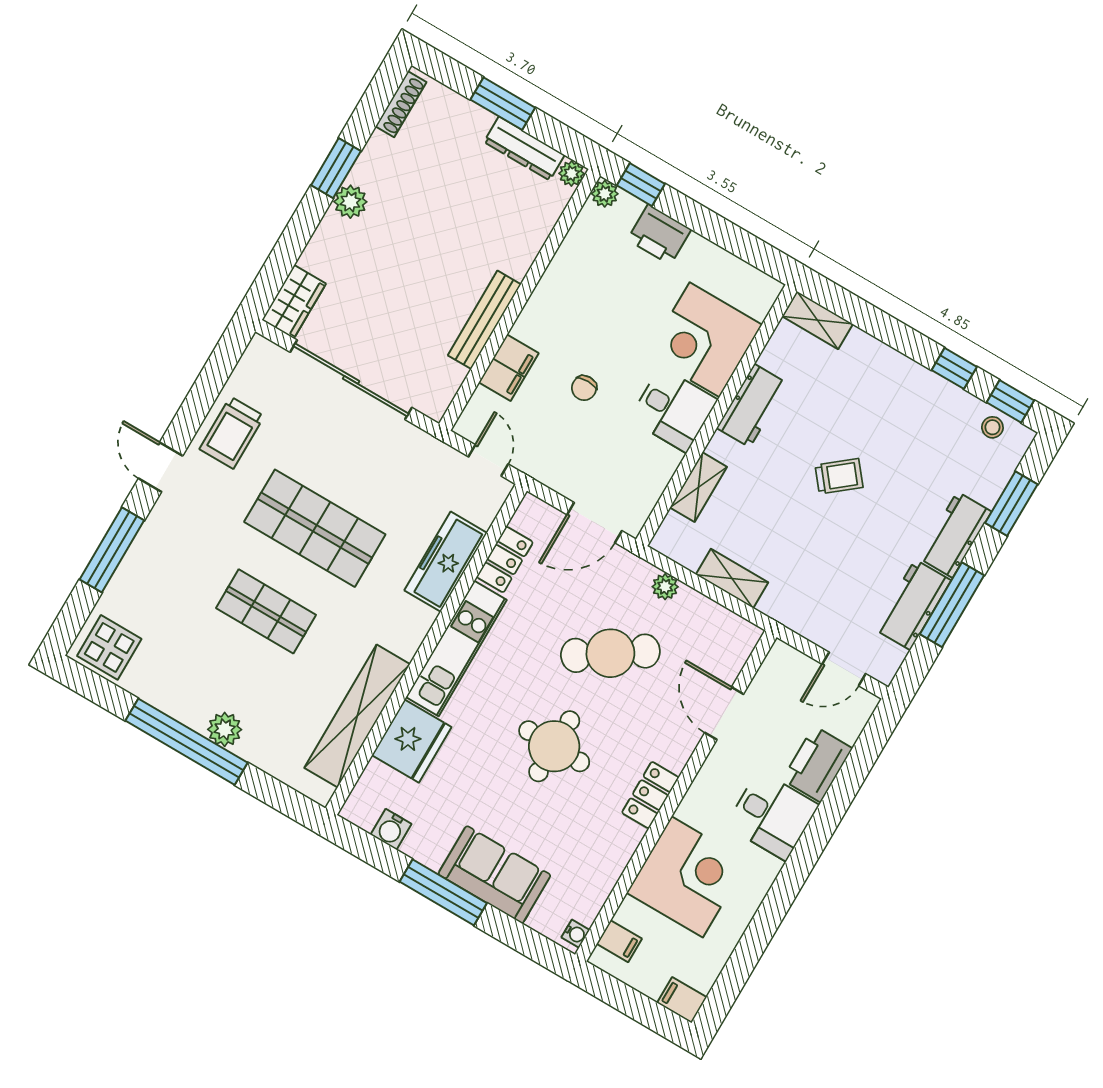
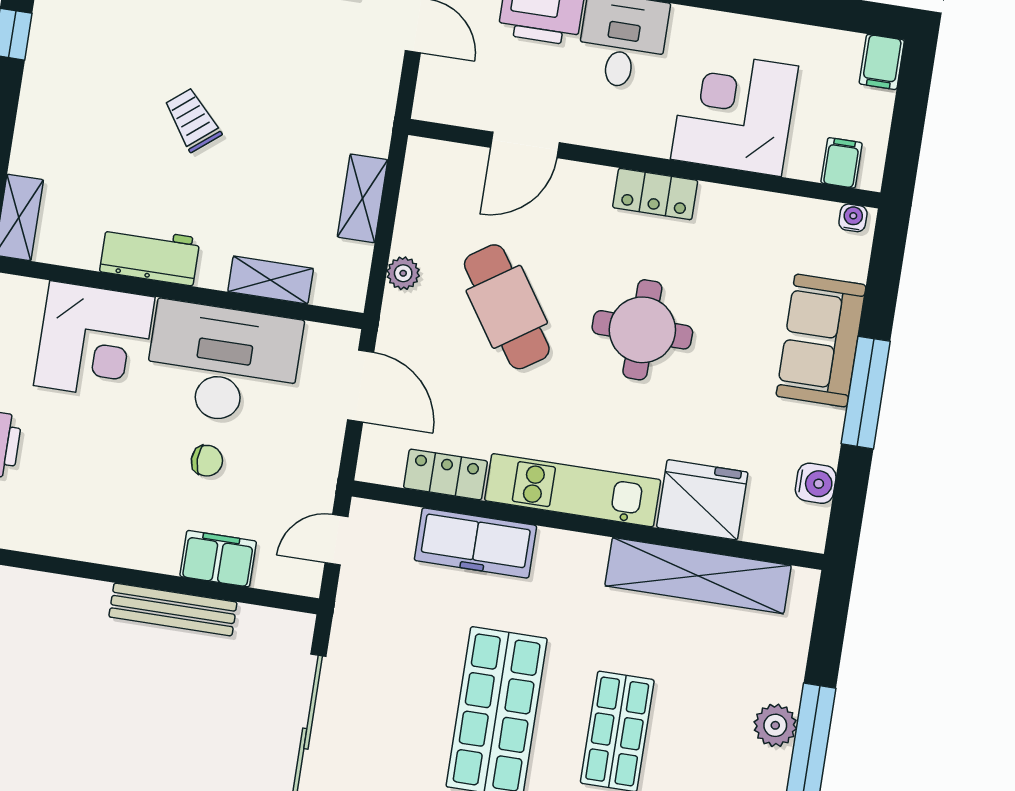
desk: (673, 409) -> (223, 364), width x1.87, depth x1.30

